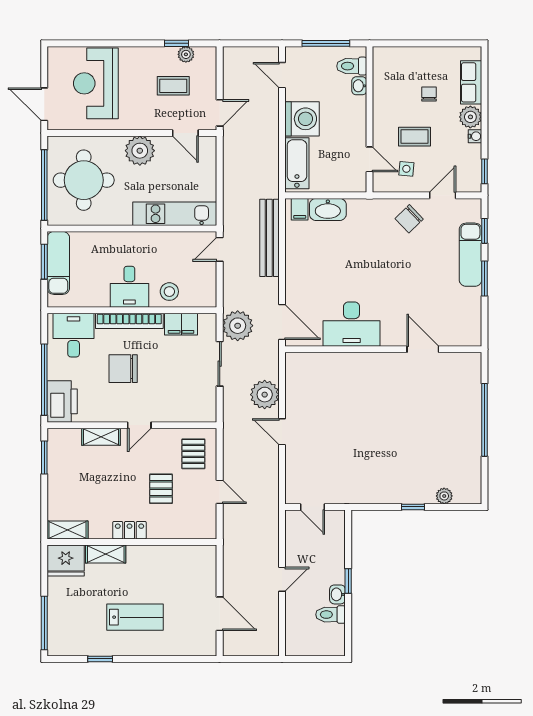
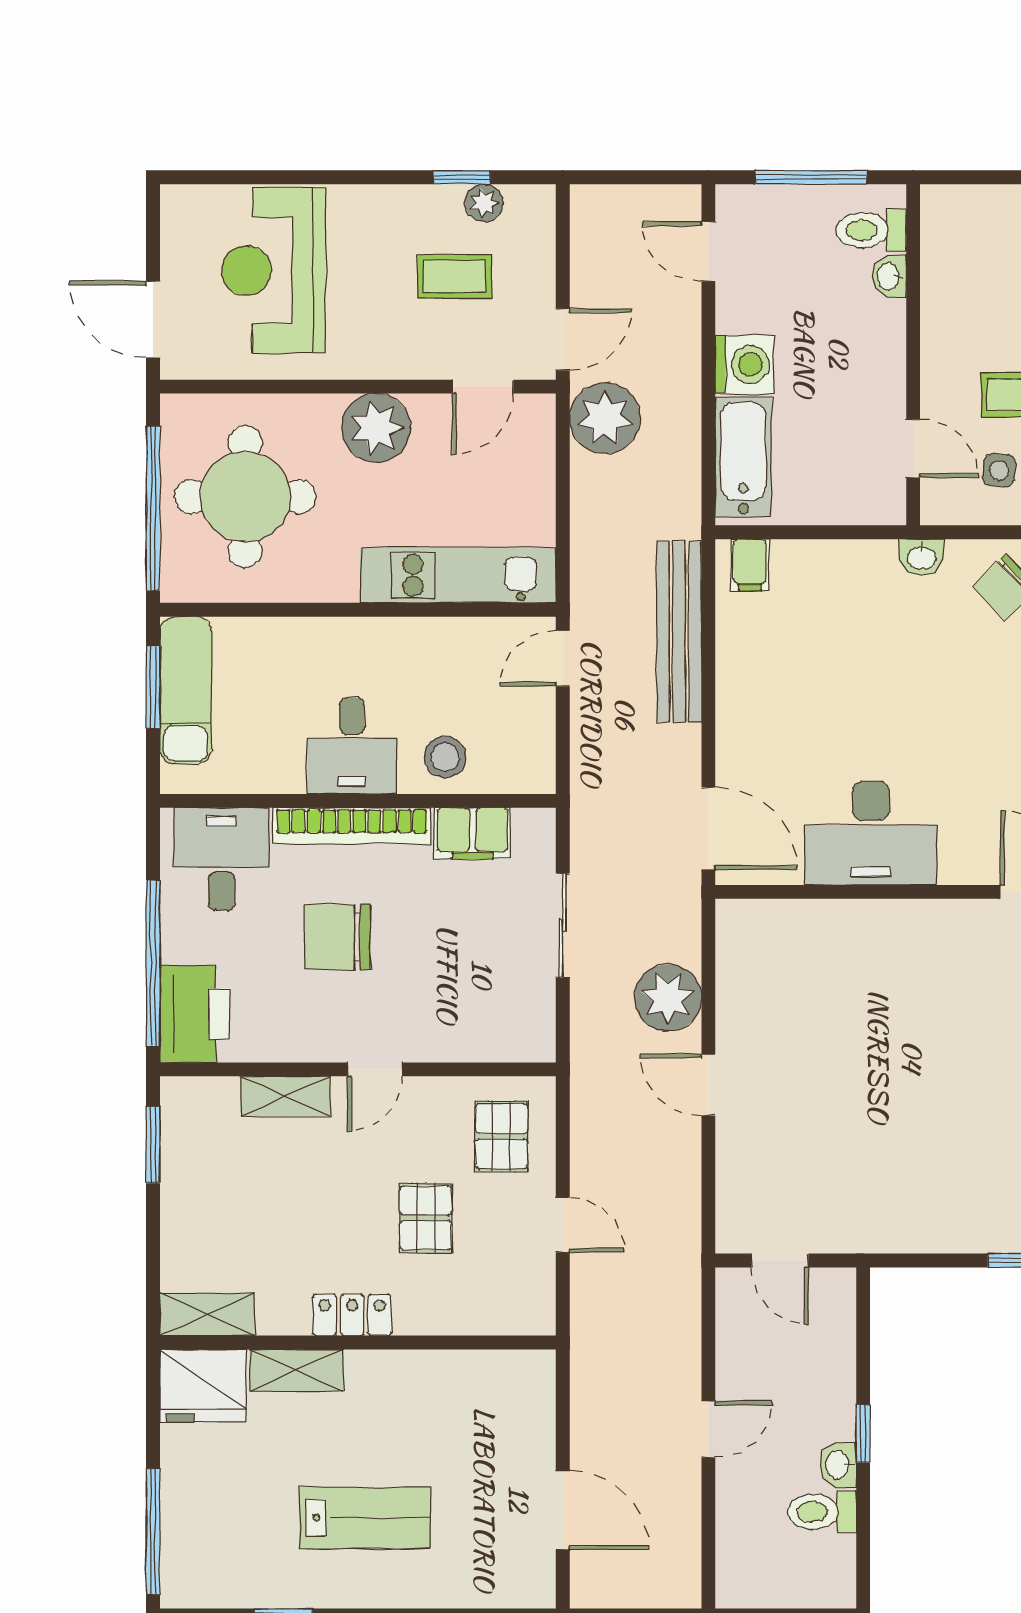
washing machine: (302, 119) -> (744, 364), width x0.73, depth x0.73
door: (185, 133) -> (483, 387), hinge flipped
washbasin: (328, 209) -> (921, 557), moved, width x0.52, depth x0.69
plant: (238, 326) -> (605, 418), moved

